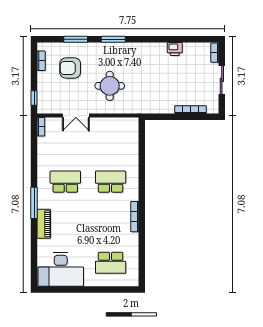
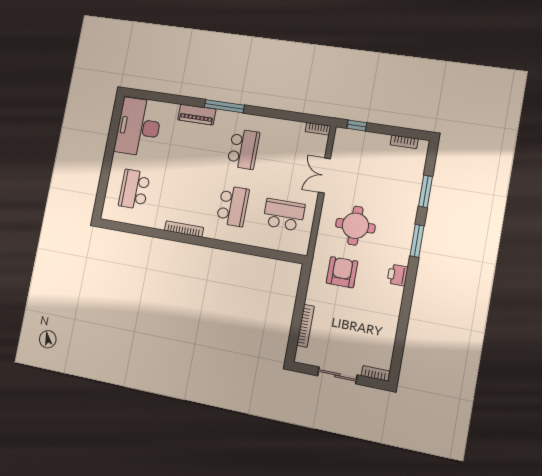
printer: (175, 49) -> (398, 275), moved
armchair: (70, 68) -> (342, 272), moved
school desk: (111, 141) -> (284, 215), added

